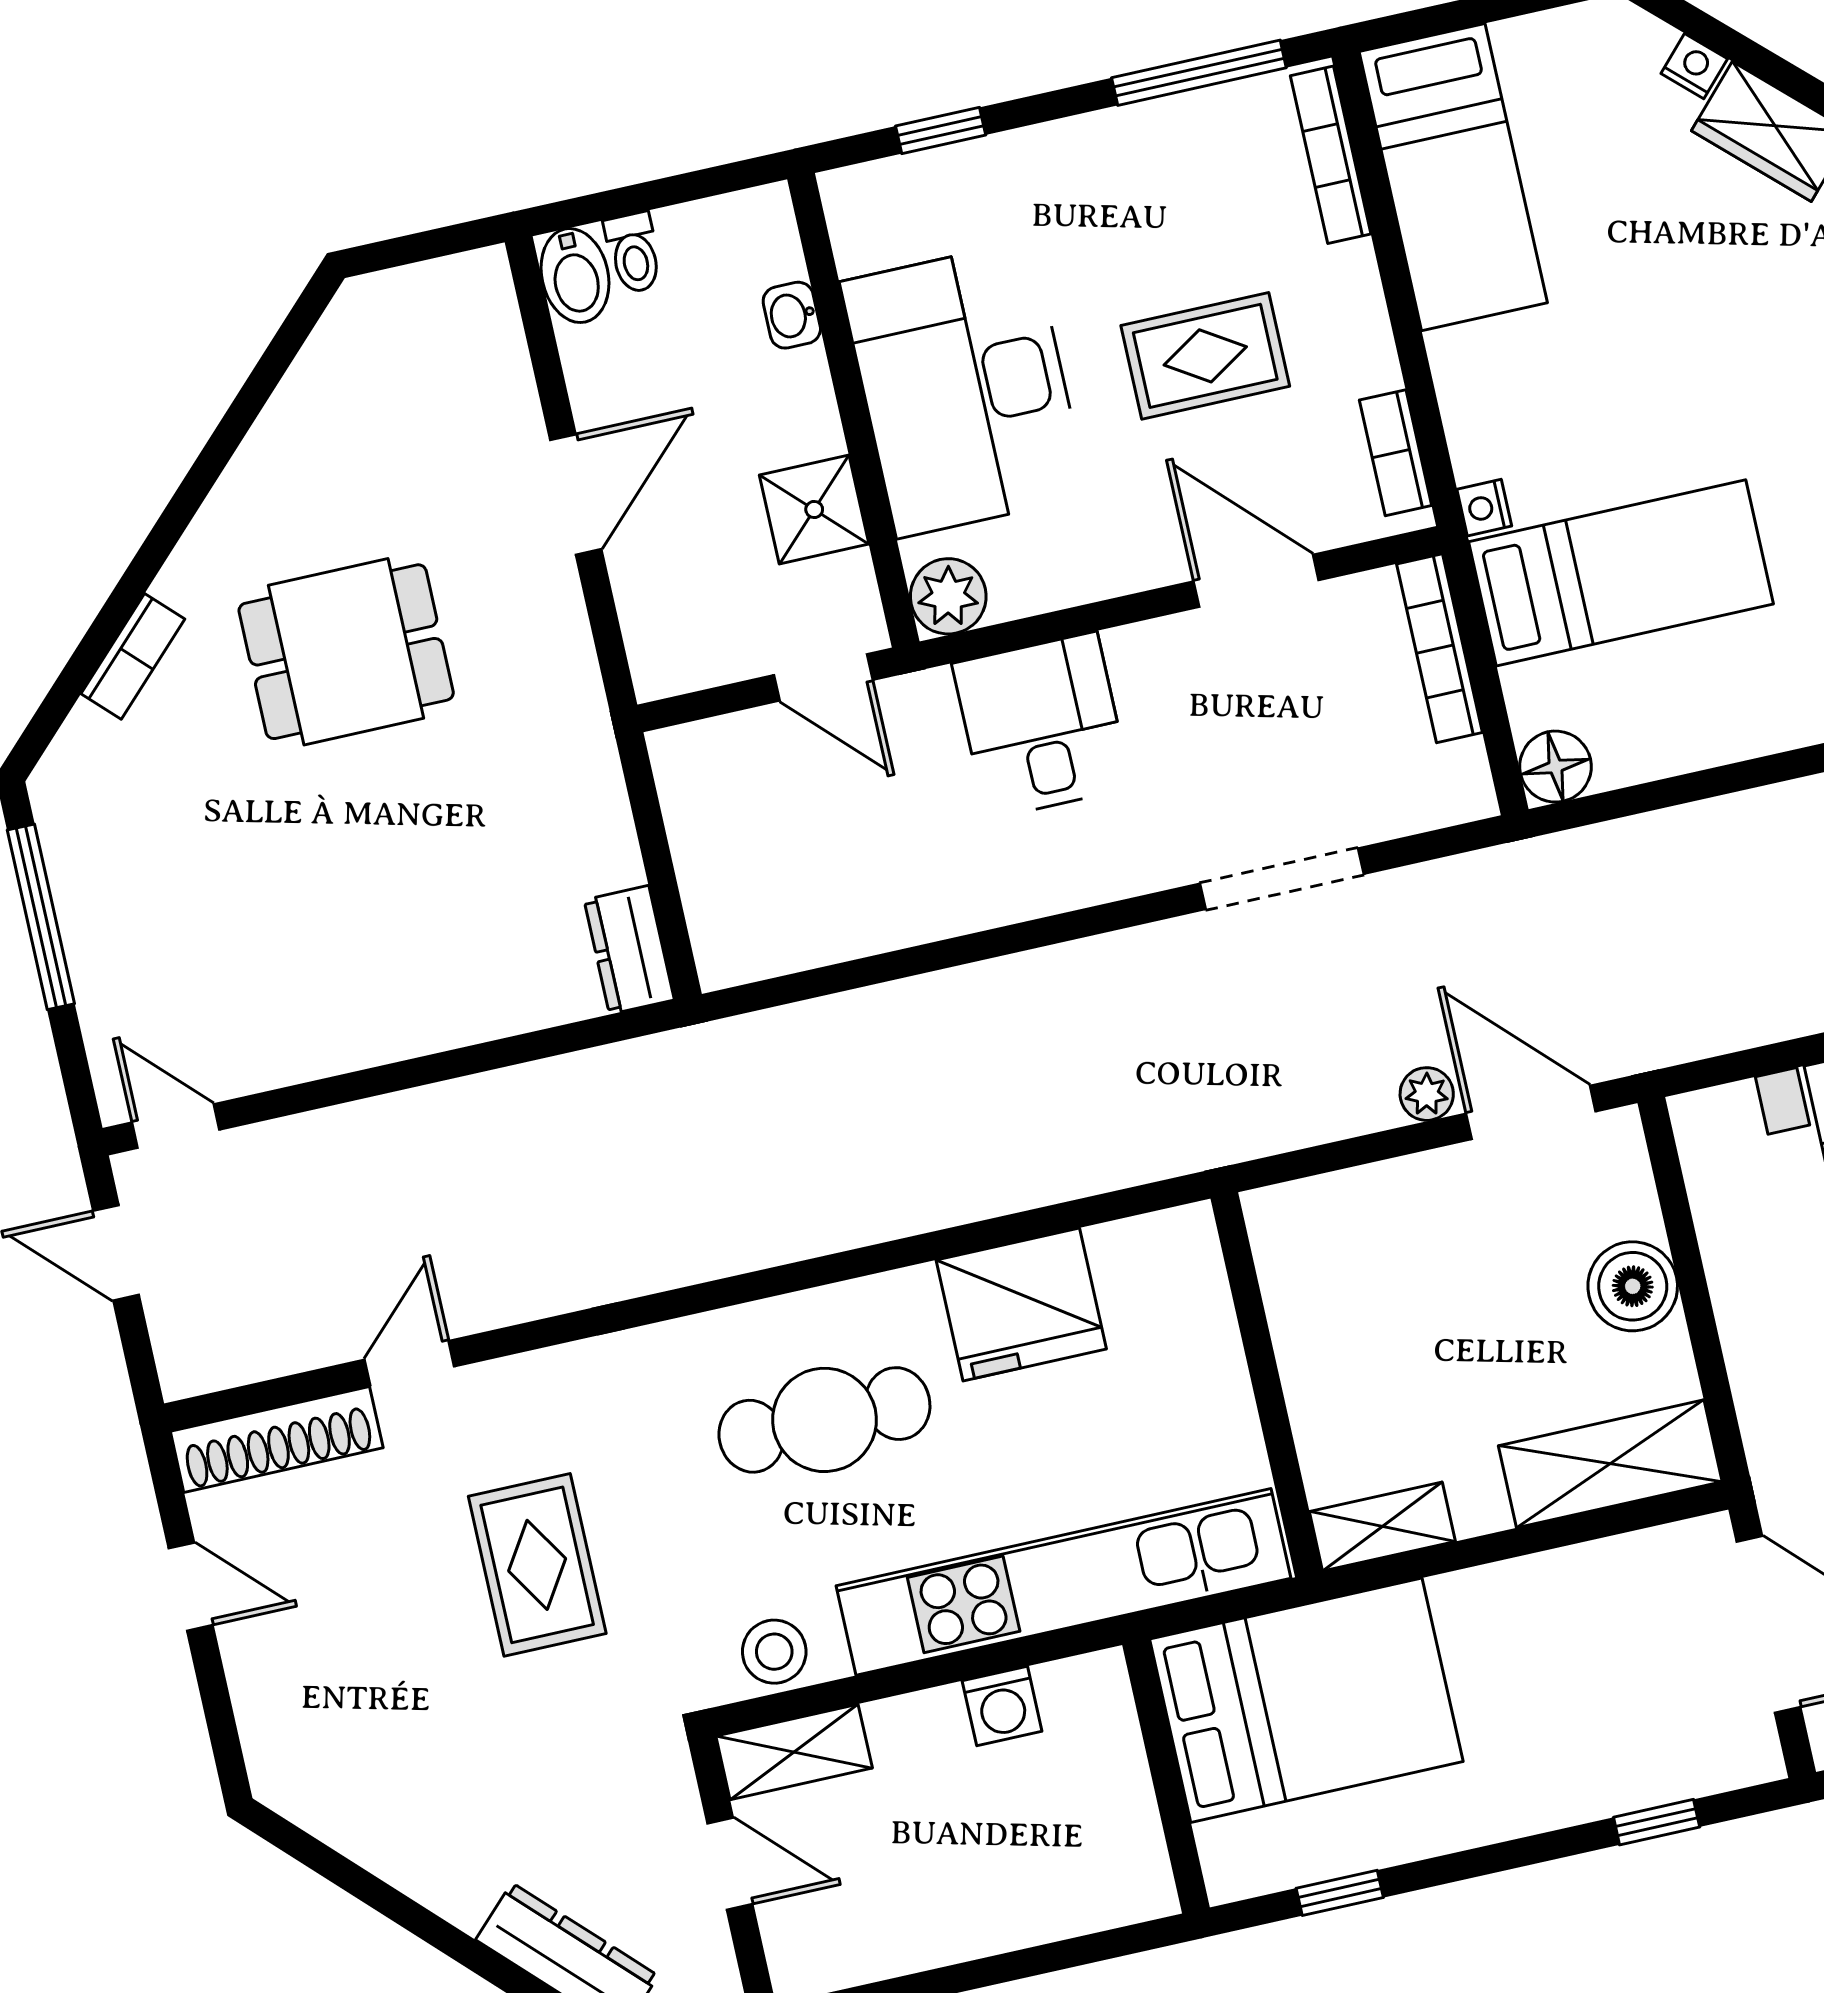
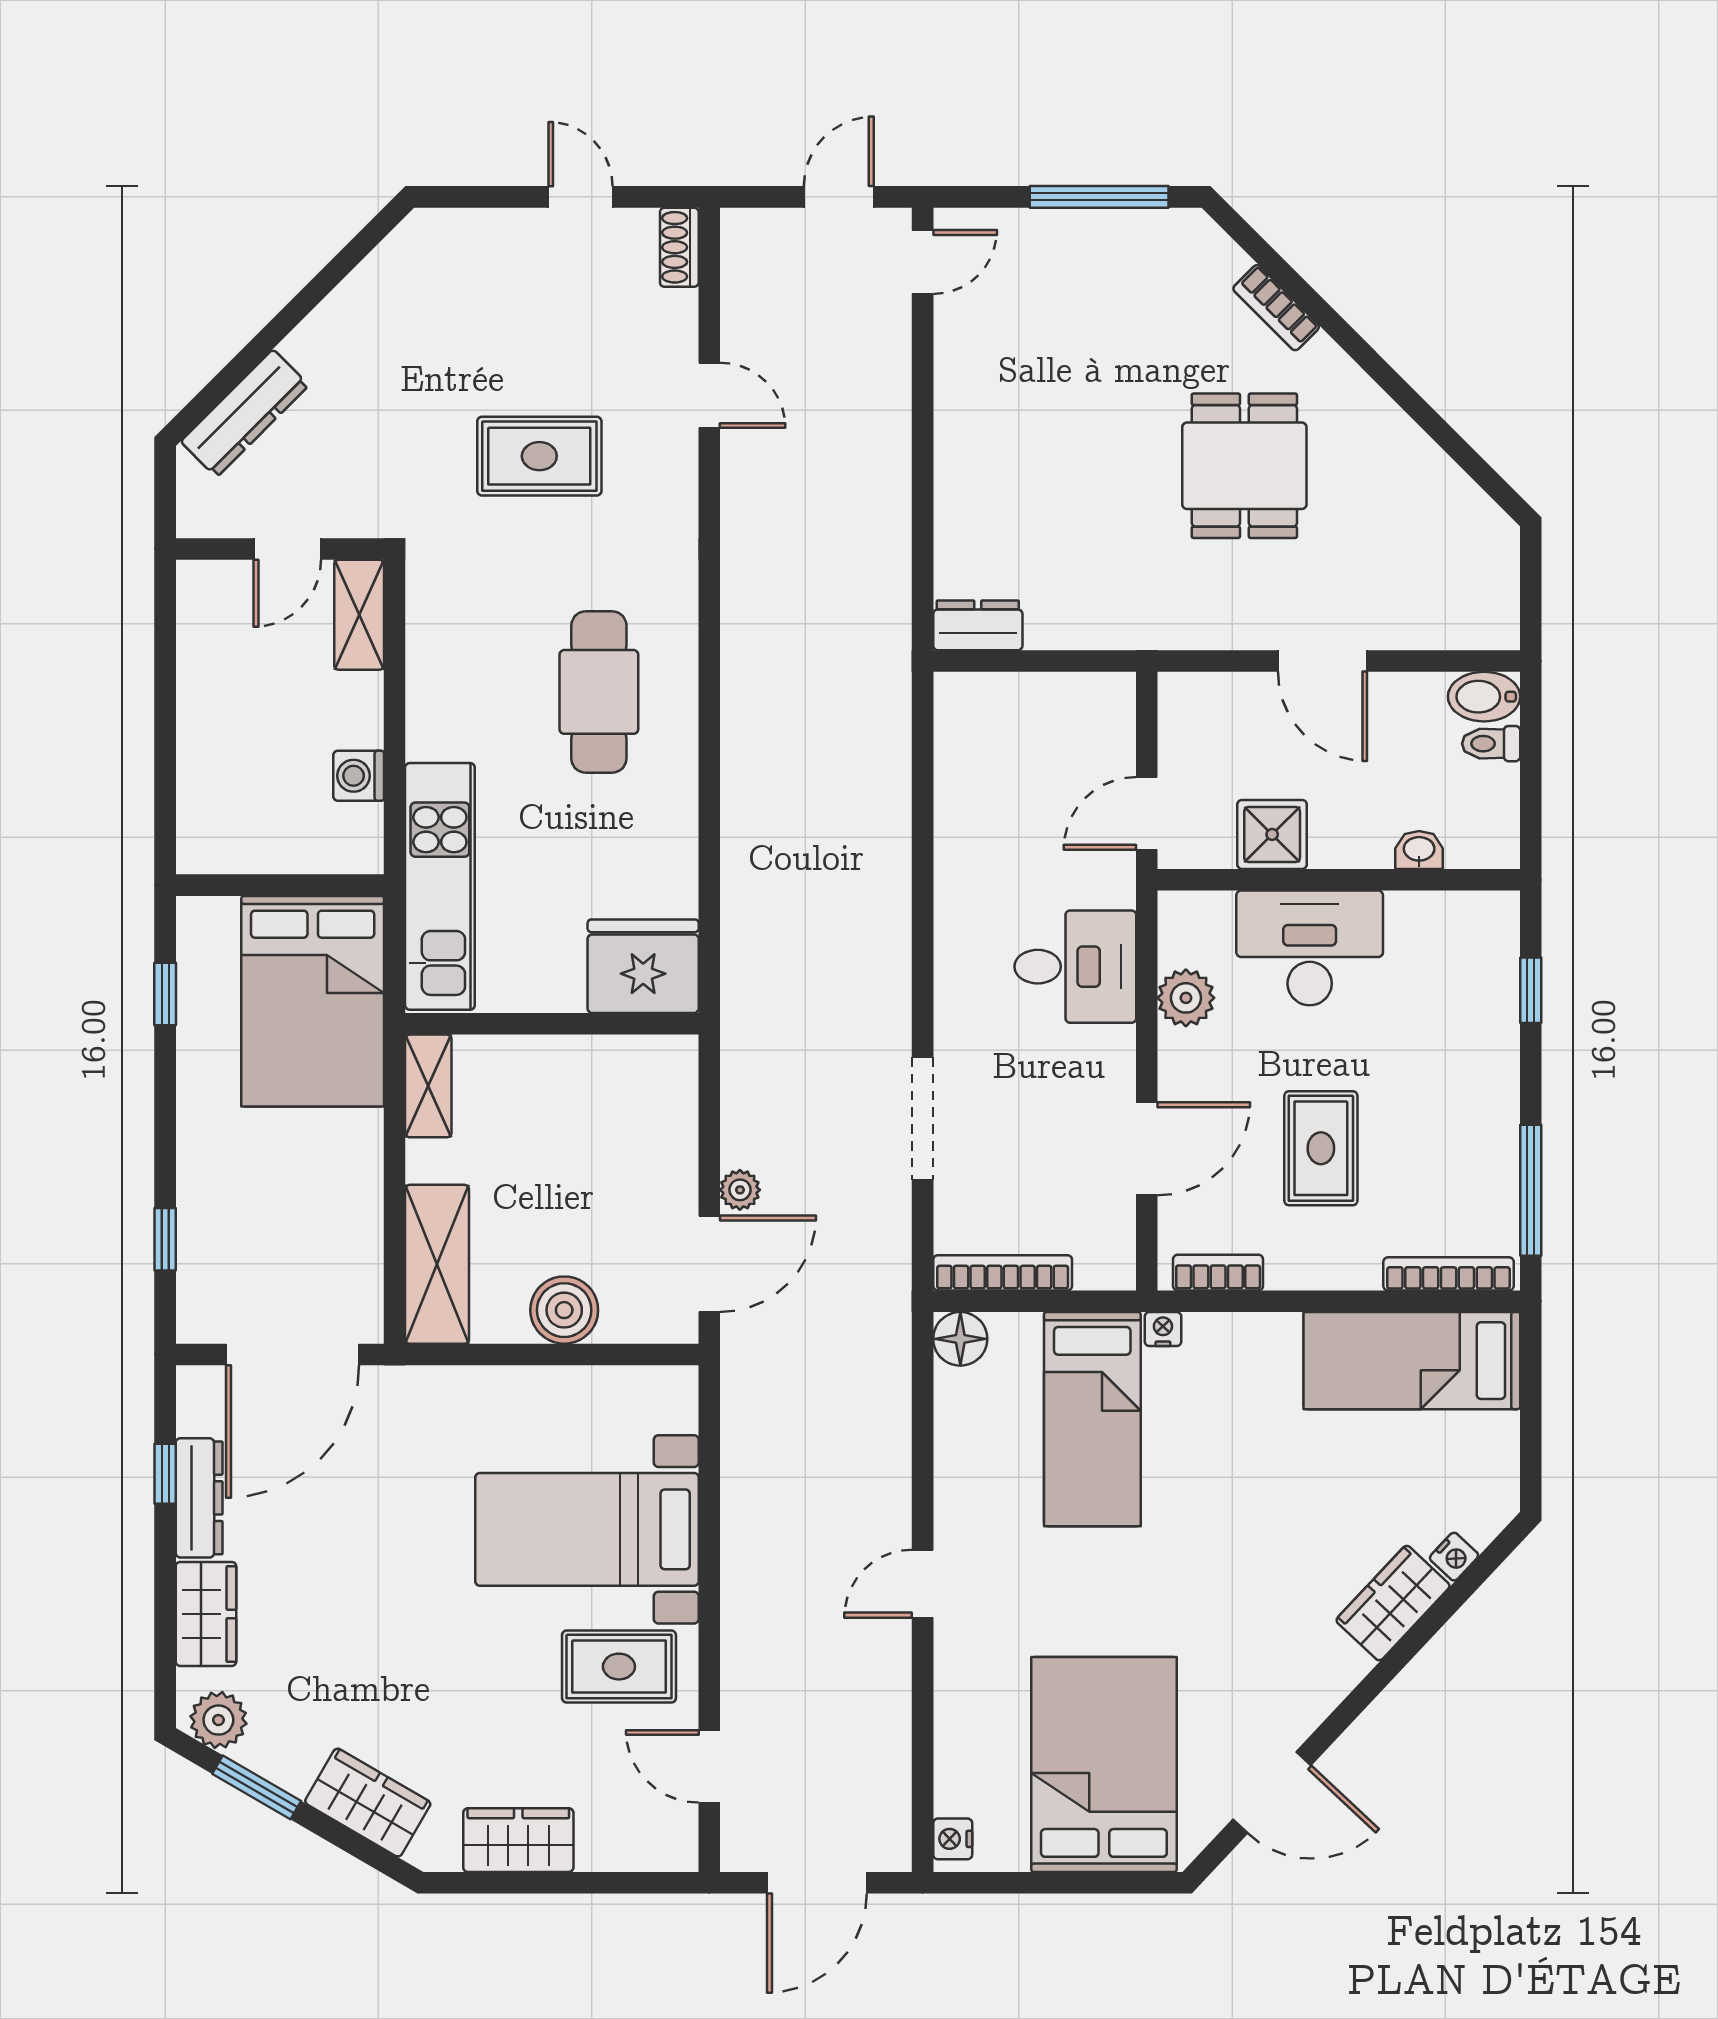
desk: (964, 389) -> (1310, 948), width x0.73, depth x0.77
plant: (948, 596) -> (1186, 998), moved
bookcase: (1439, 648) -> (1003, 1273), moved
fridge: (1021, 1304) -> (643, 966), moved, turned 90
shoe rack: (277, 1439) -> (679, 247), width x0.51, depth x0.81
kitchen unit: (1064, 1582) -> (440, 886), width x0.73
door: (191, 1587) -> (581, 197), swing flipped
stool: (774, 1652) -> (436, 617), removed

